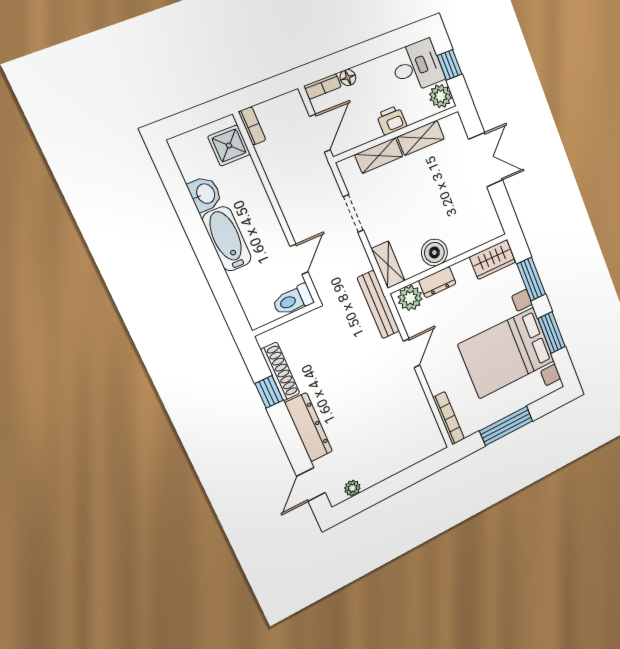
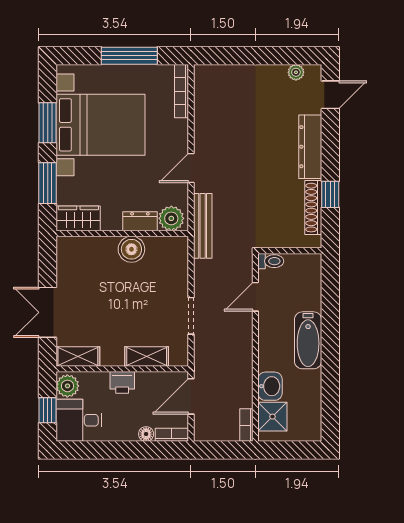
shelving: (421, 138) -> (78, 356), moved
washbasin: (205, 194) -> (270, 386), moved, turned 180
shelving: (388, 265) -> (179, 257), removed
toilet: (293, 300) -> (271, 261), width x0.73, depth x0.72

